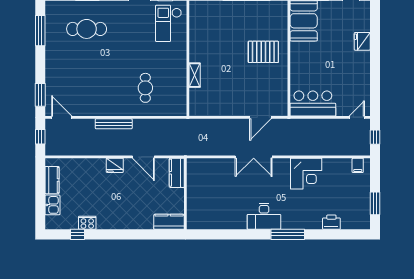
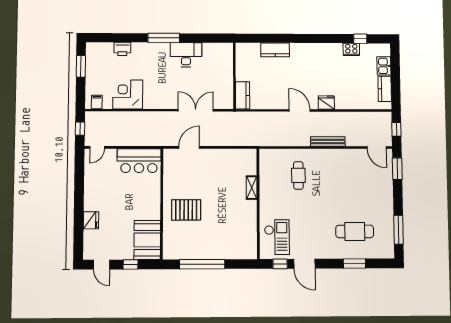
kitchen counter: (177, 173) -> (243, 95), moved
corner desk: (306, 174) -> (128, 94), moved
wall: (185, 194) -> (234, 76), moved

